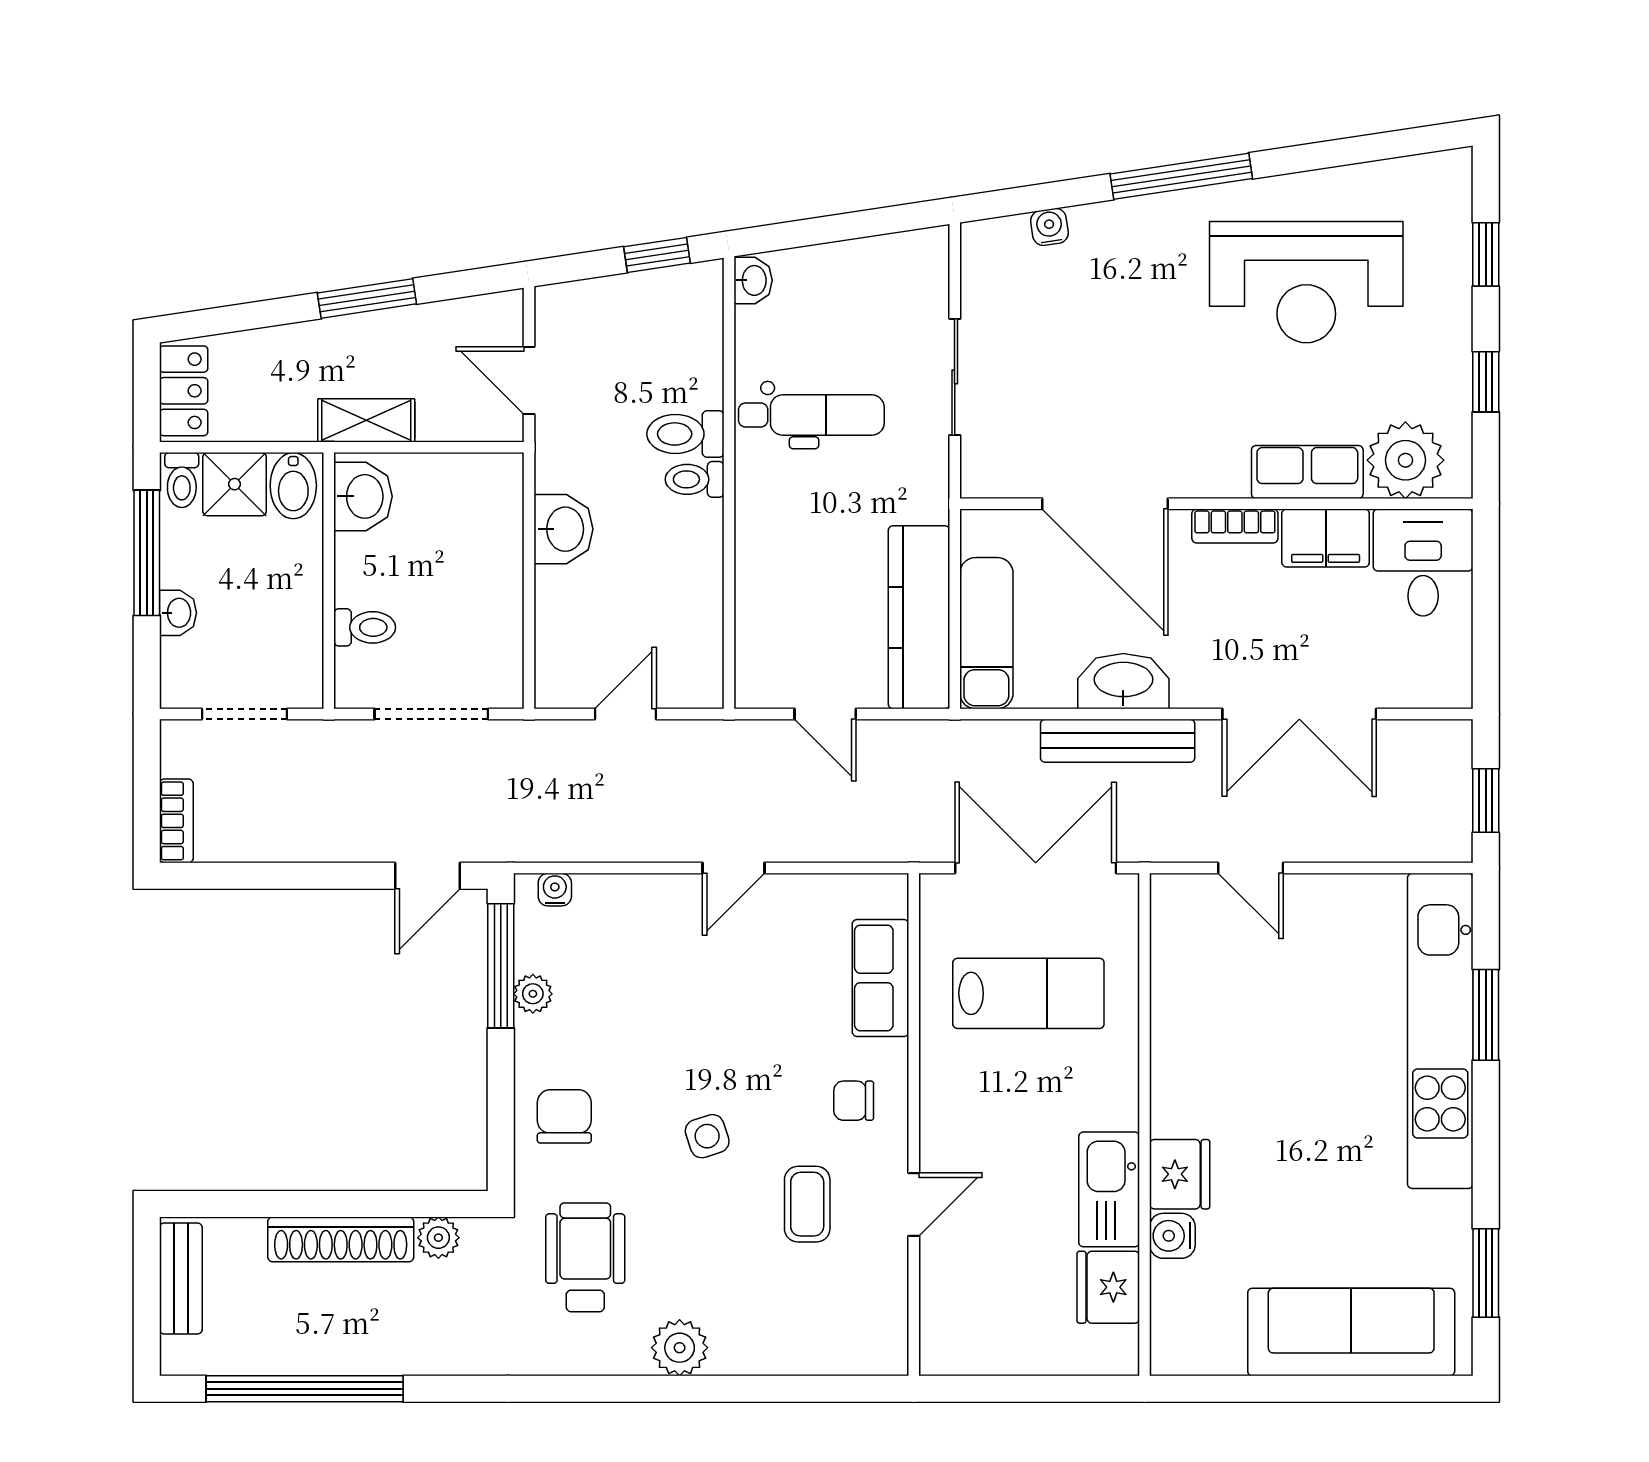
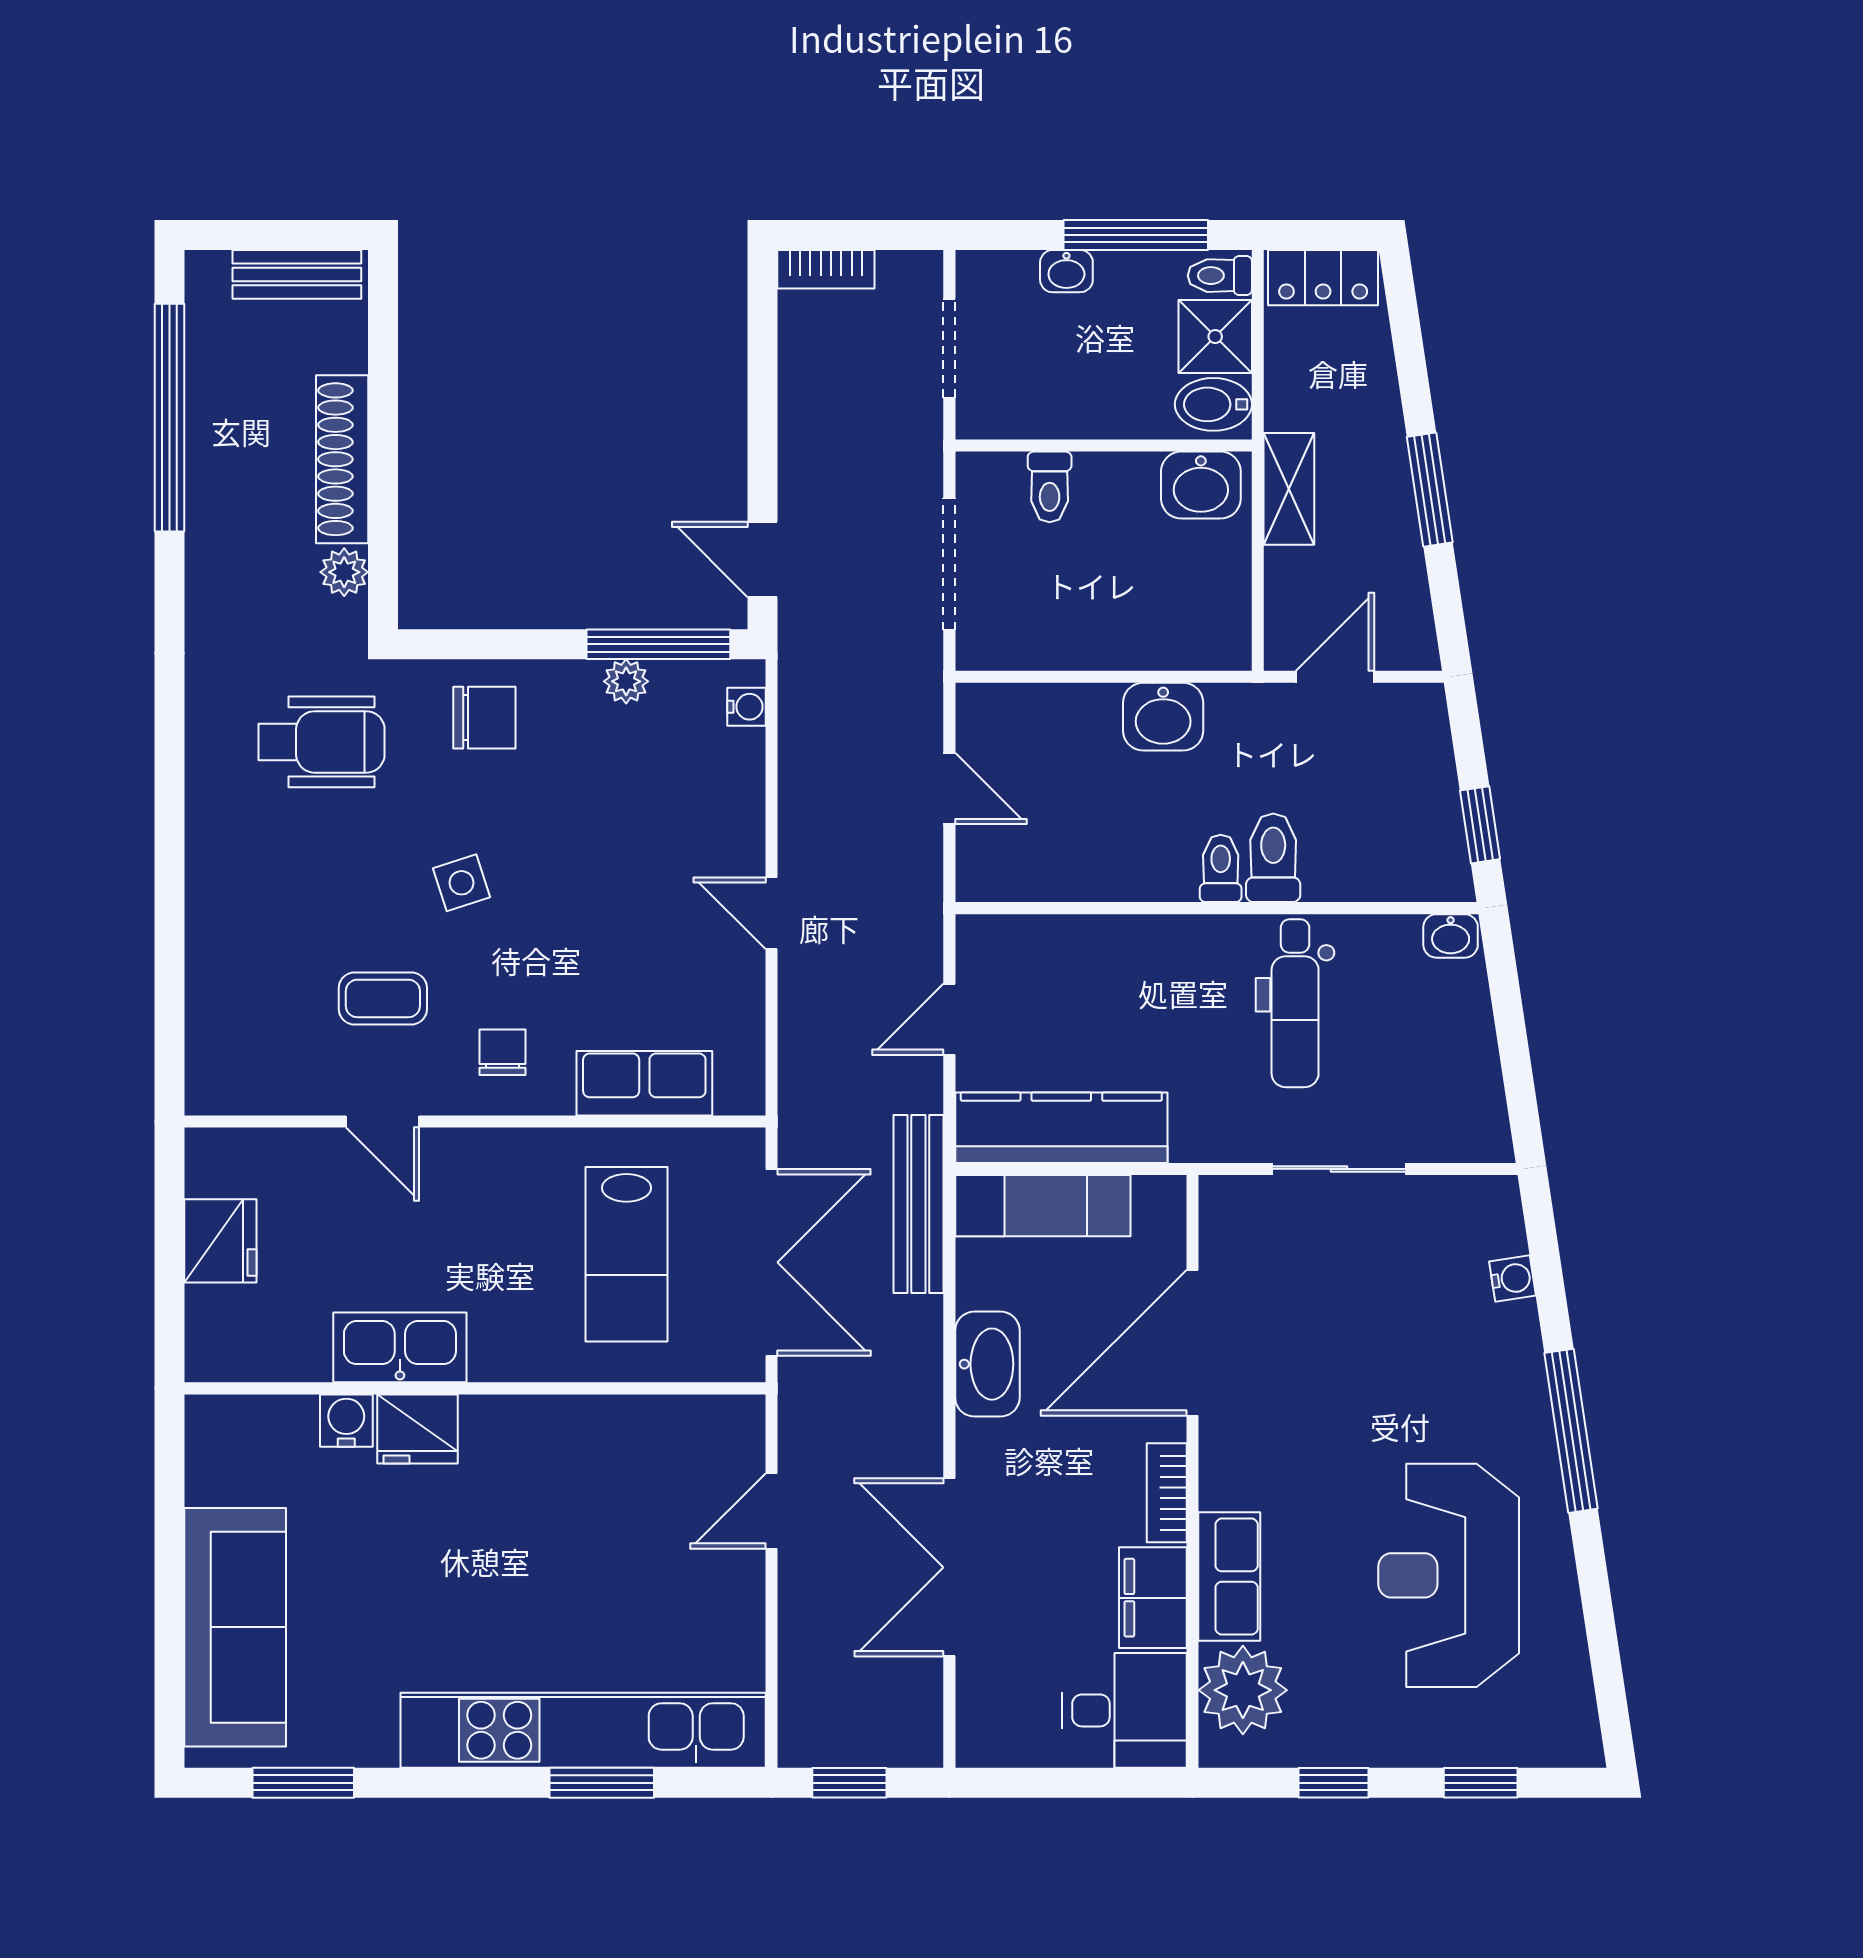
bench: (1118, 741) -> (918, 1204), moved
fridge: (1108, 1287) -> (220, 1241), moved, turned 90
plant: (680, 1348) -> (217, 851), removed

